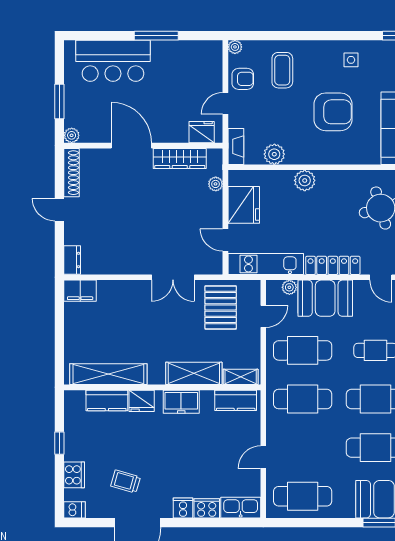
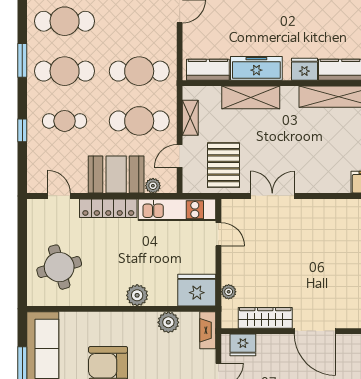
fridge: (244, 205) -> (197, 290), moved, turned 90
shelving: (241, 377) -> (190, 118), moved, turned 90
freezer: (181, 402) -> (256, 68), width x1.40

